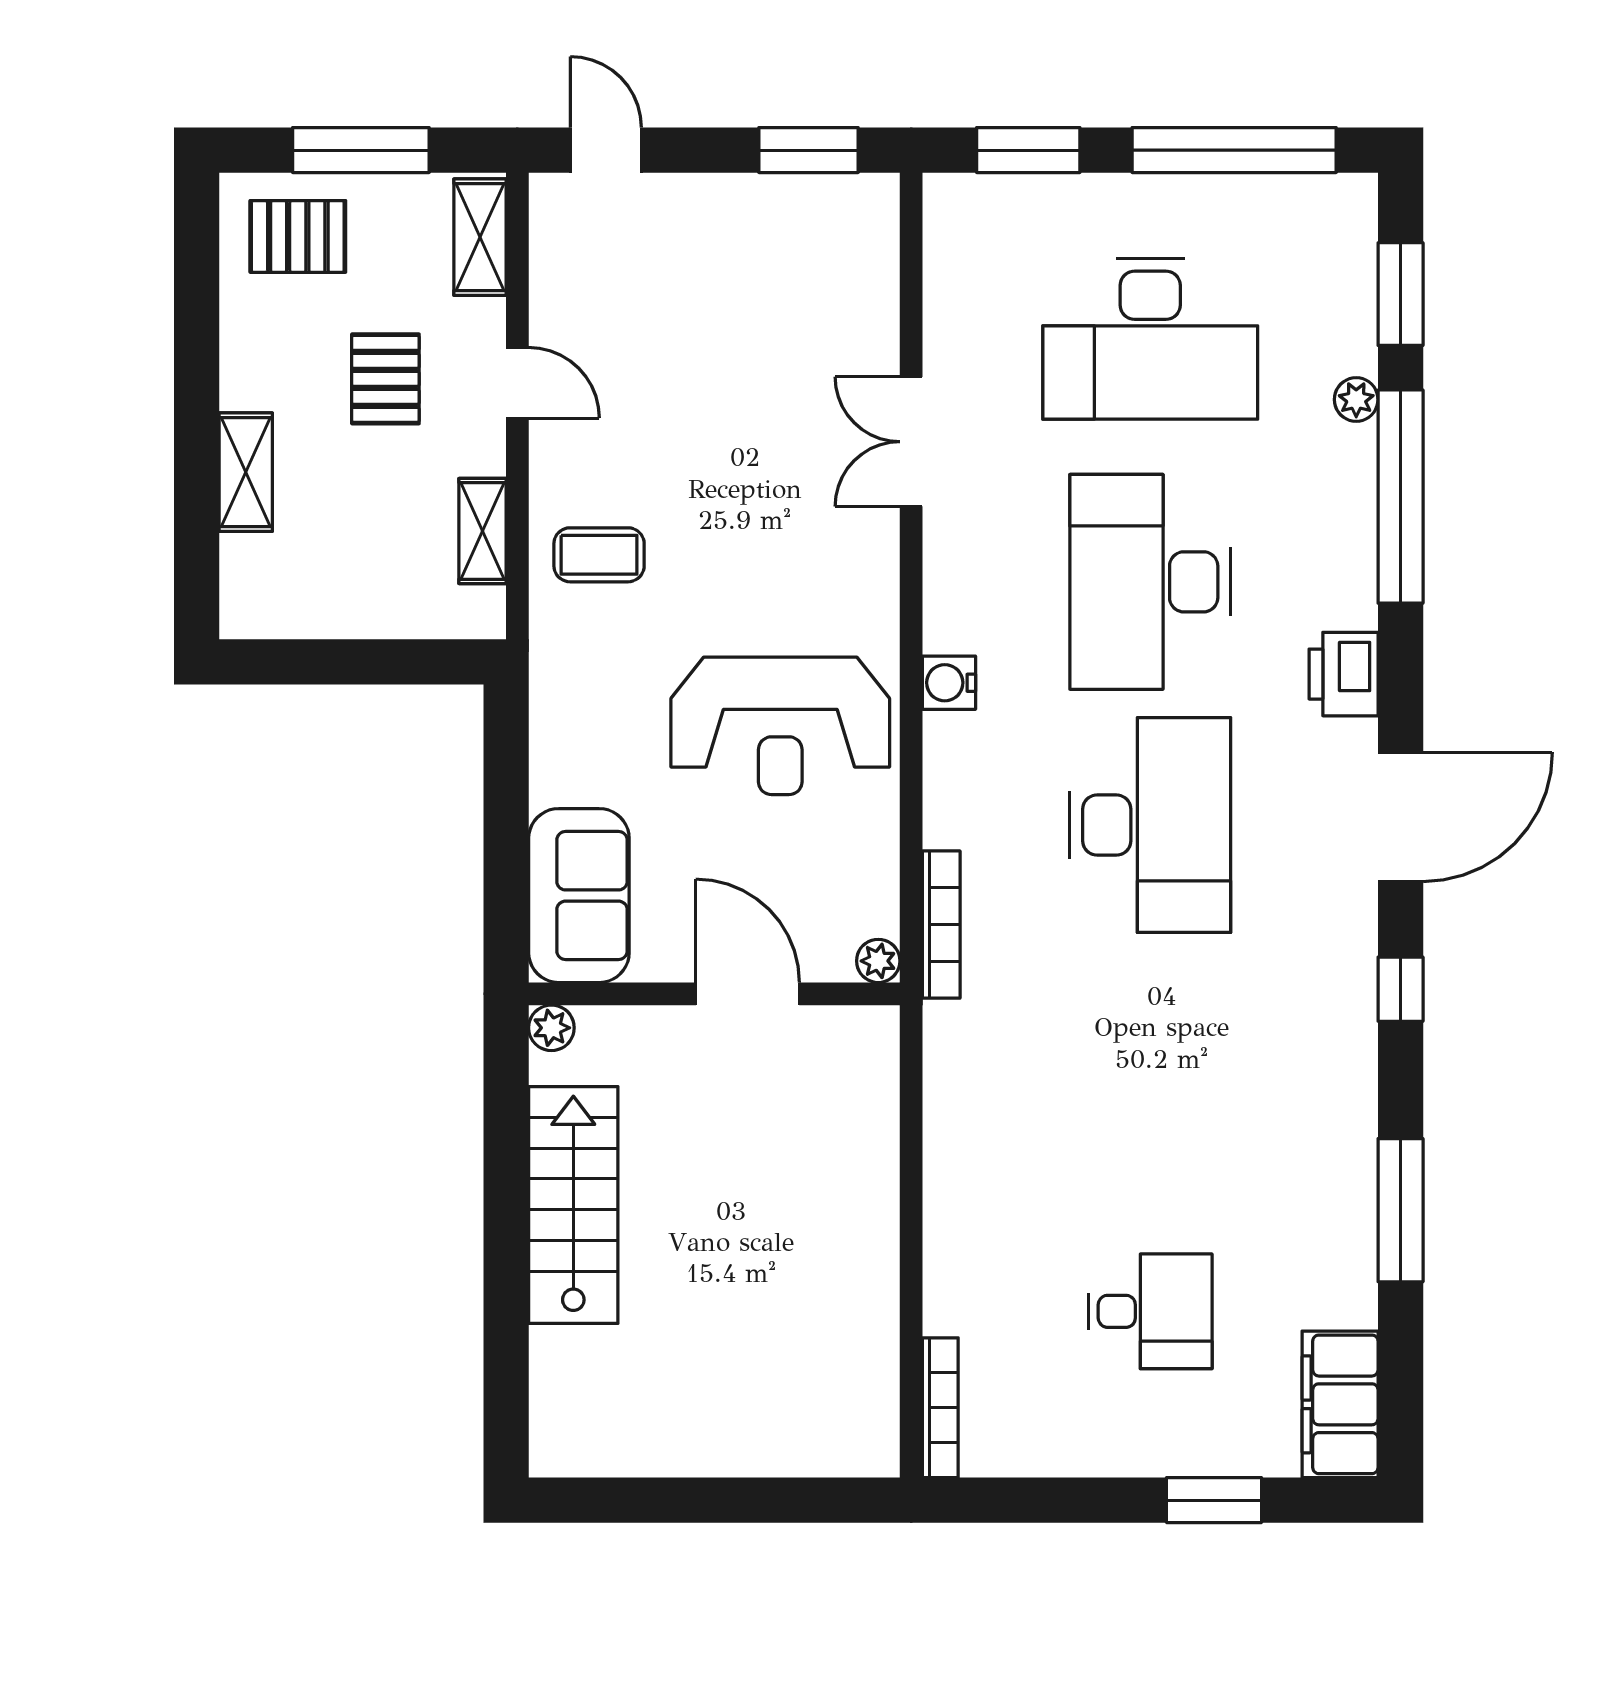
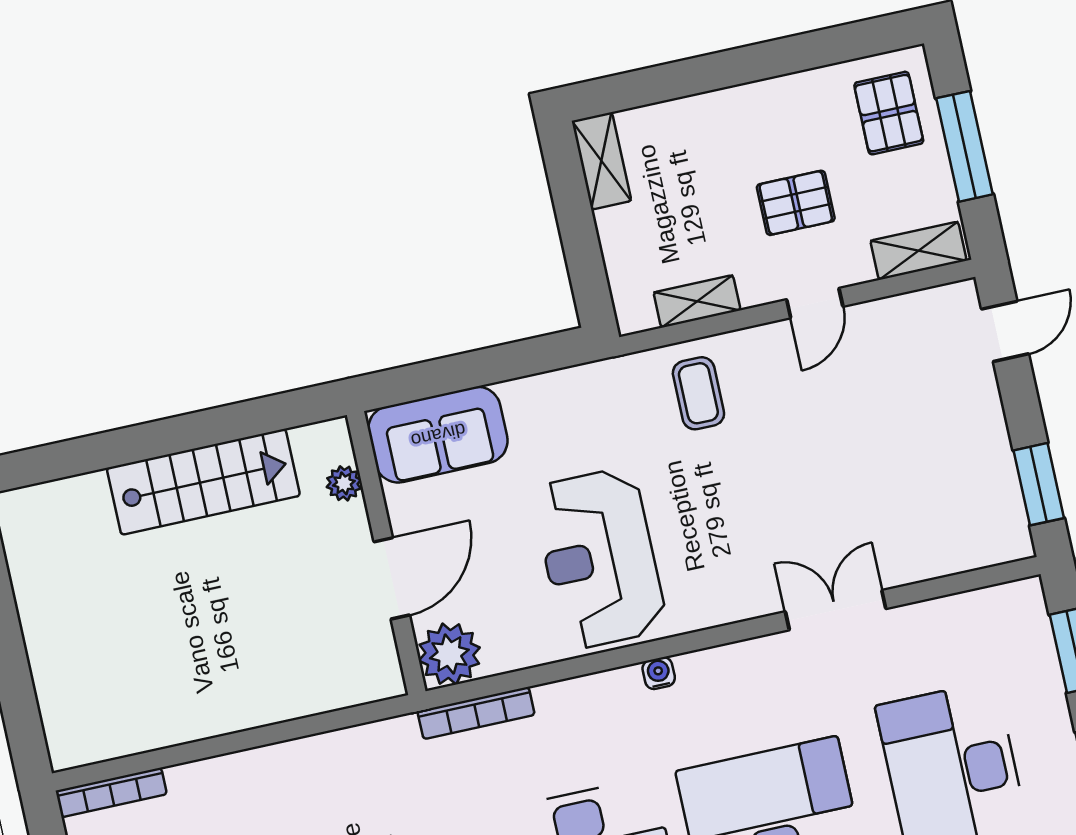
shelving: (246, 472) -> (601, 161), moved, turned 90
water cooler: (949, 683) -> (659, 673), width x0.72, depth x0.72
plant: (878, 961) -> (449, 654), width x1.87, depth x1.87
plant: (551, 1028) -> (344, 483), moved

